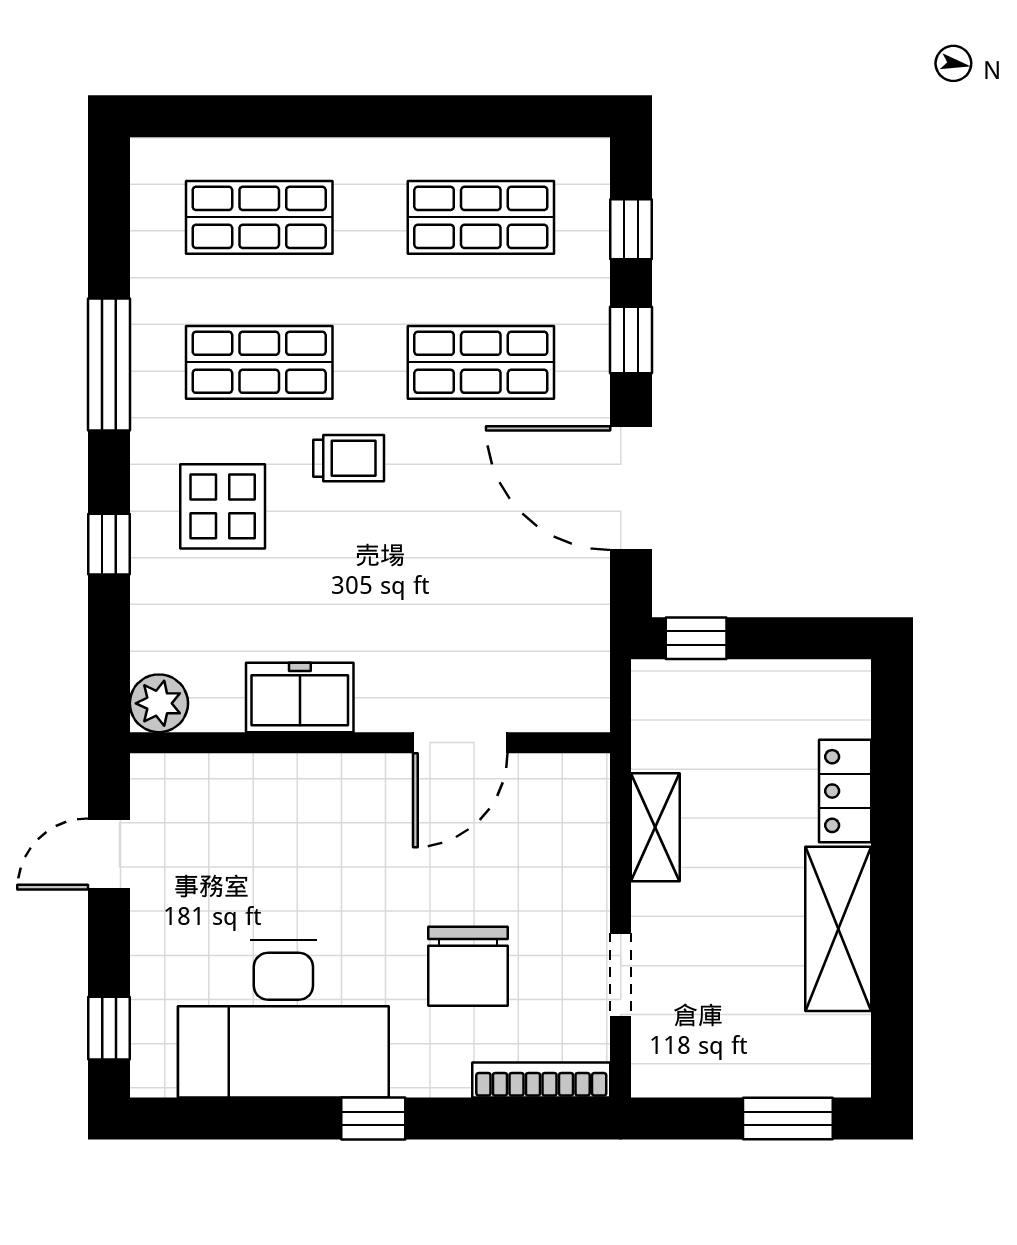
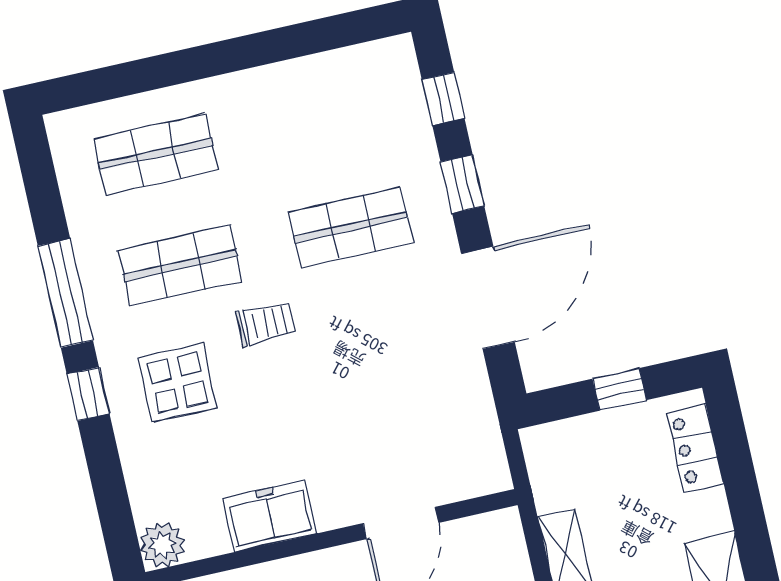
shop shelf: (481, 217) -> (326, 116), removed
door: (631, 488) -> (488, 298), swing flipped
window: (109, 544) -> (88, 394), moved
window: (696, 638) -> (620, 389), moved
locker: (845, 791) -> (695, 448), moved

